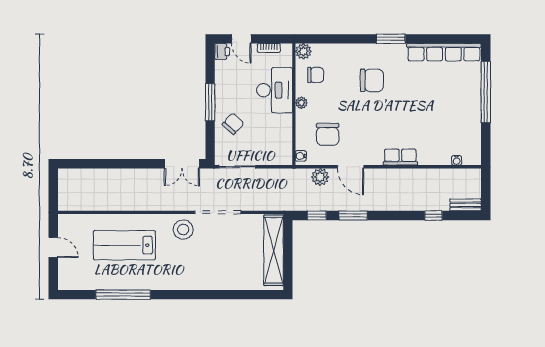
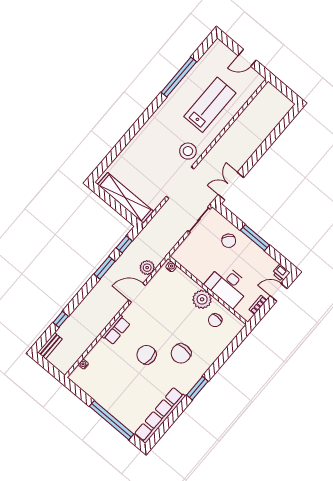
plant: (303, 51) -> (237, 325), removed
plant: (301, 103) -> (202, 299), width x1.88, depth x1.88
chair: (328, 134) -> (146, 355), moved

